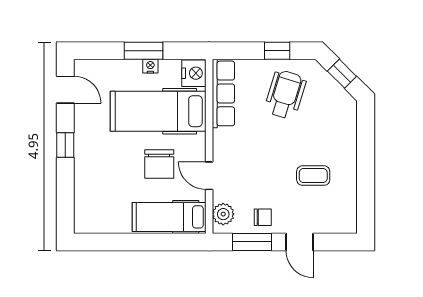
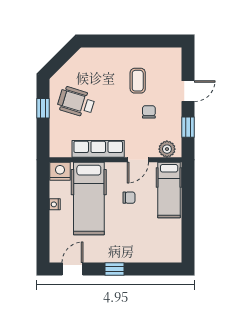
window: (143, 51) -> (43, 210), removed
window: (342, 74) -> (60, 59), removed
row of seats: (223, 93) -> (98, 149), moved
chair: (159, 164) -> (129, 198), width x0.54, depth x0.54
chair: (263, 217) -> (149, 112), moved
window: (252, 242) -> (188, 127), width x0.67

